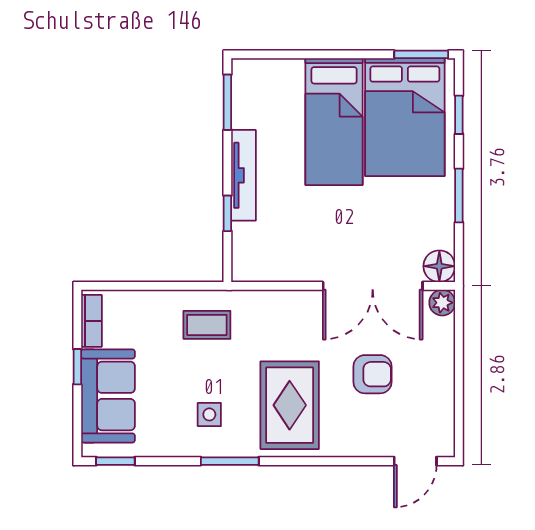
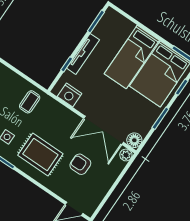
nightstand: (269, 264) -> (70, 95), added
coffee table: (207, 325) -> (30, 102), turned 90
armchair: (373, 374) -> (80, 164), turned 180
rug: (290, 405) -> (40, 154), turned 90

